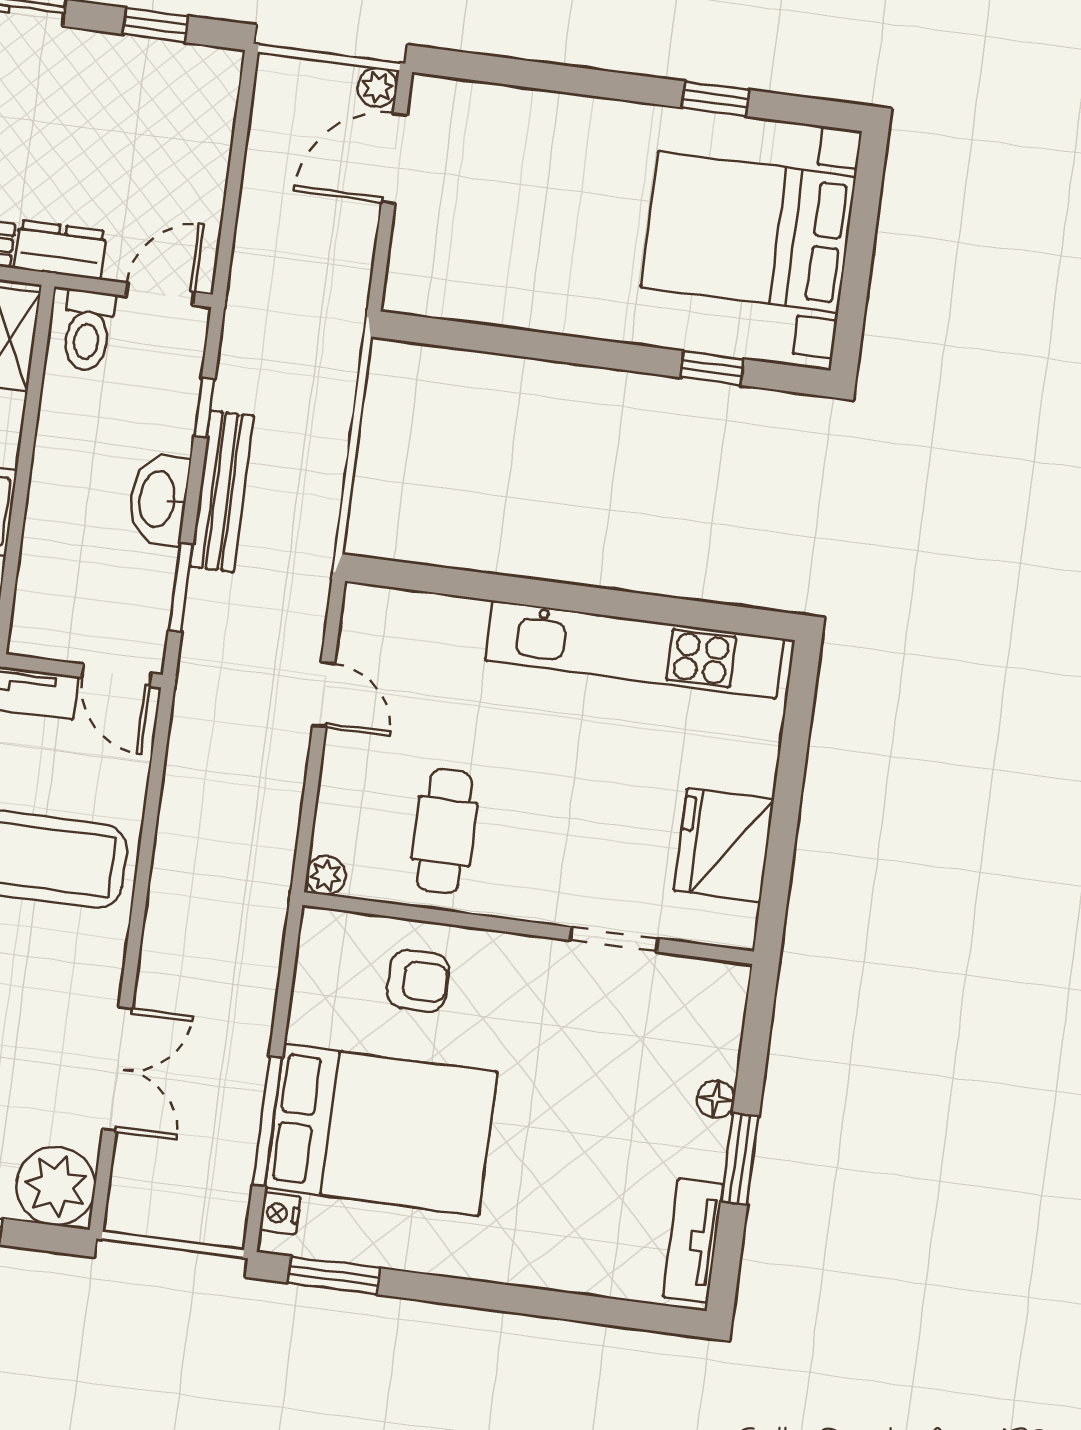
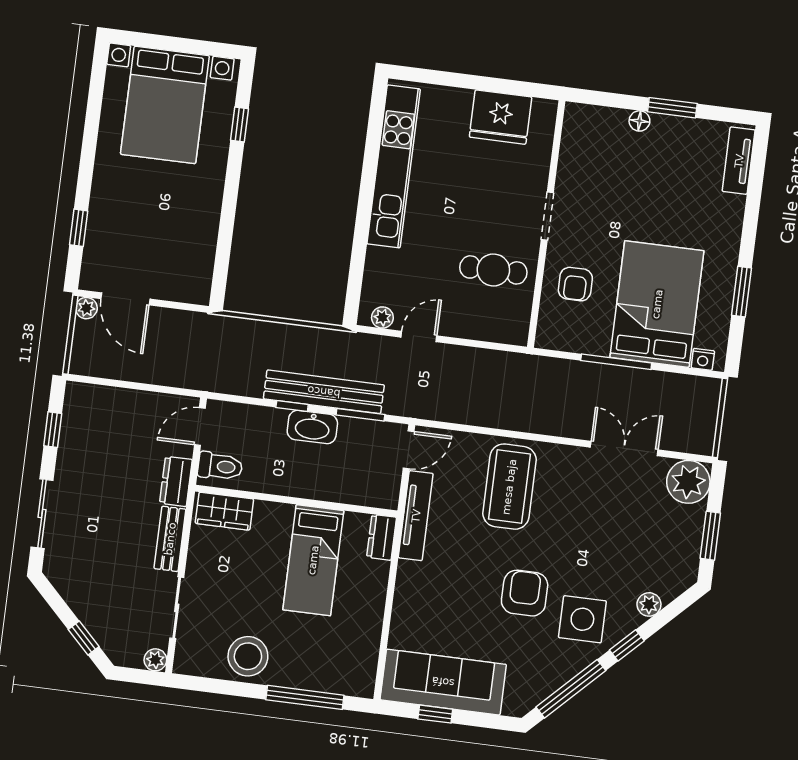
window: (716, 99) -> (79, 228), moved
door: (160, 294) -> (200, 427), hinge flipped
window: (204, 408) -> (292, 406), moved
bench: (222, 491) -> (324, 392), width x1.37, depth x1.21
plant: (326, 875) -> (382, 317), moved
doorway: (614, 939) -> (547, 216), moved
armchair: (418, 981) -> (575, 284), turned 180
window: (267, 1121) -> (616, 362), moved
tv unit: (693, 1241) -> (739, 161), moved, turned 90
window: (334, 1275) -> (742, 292), moved

